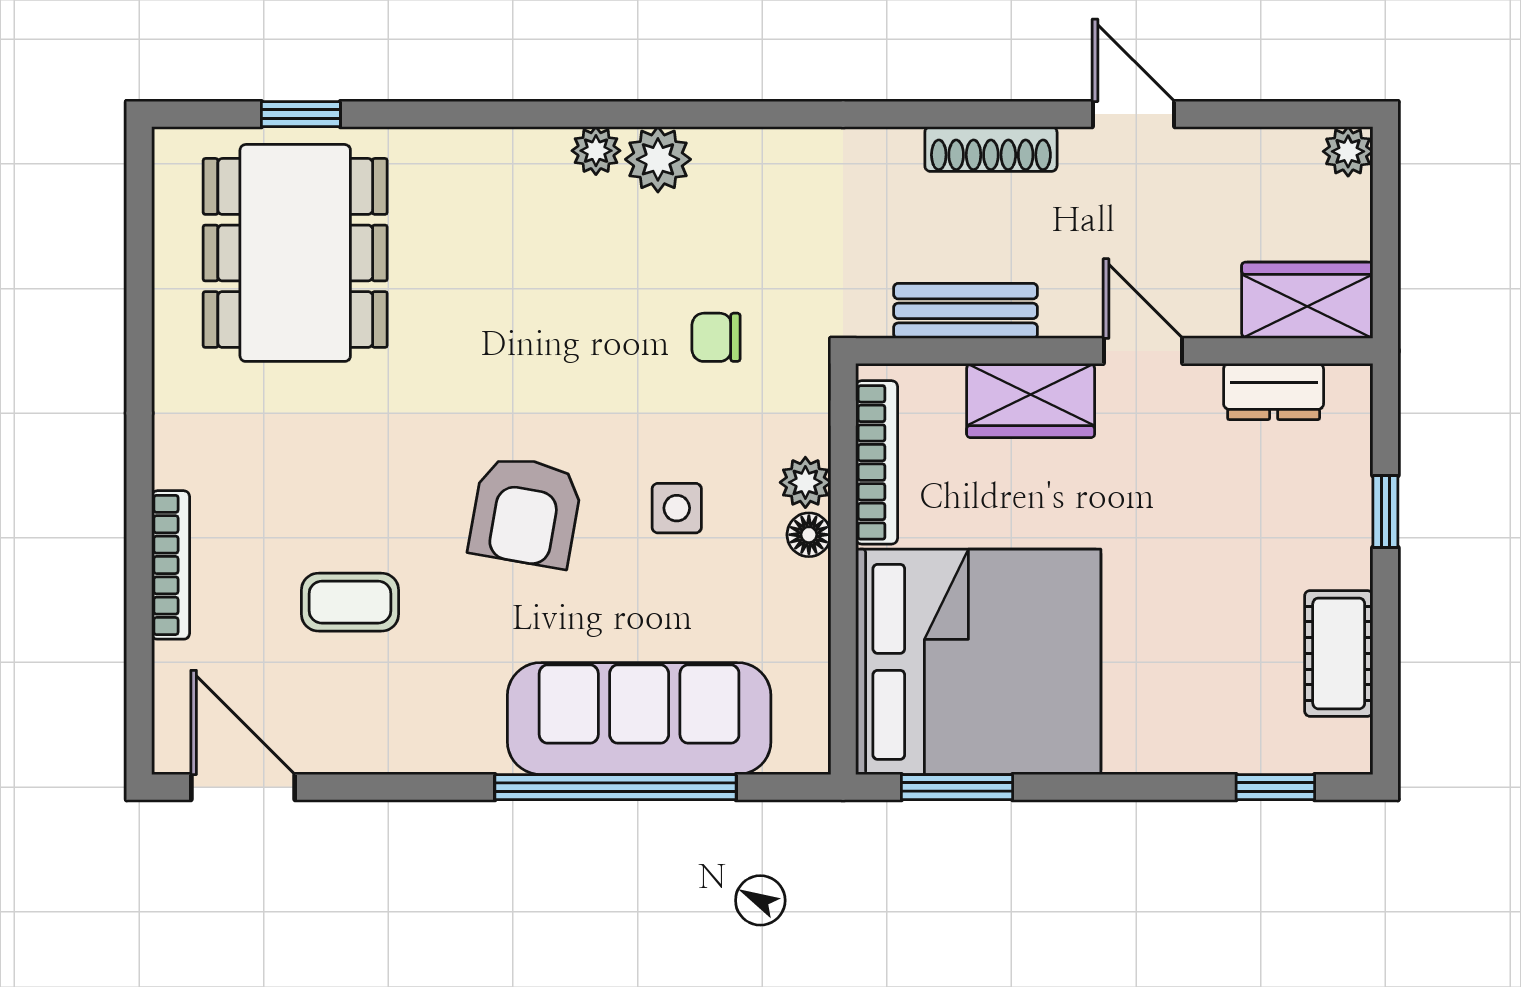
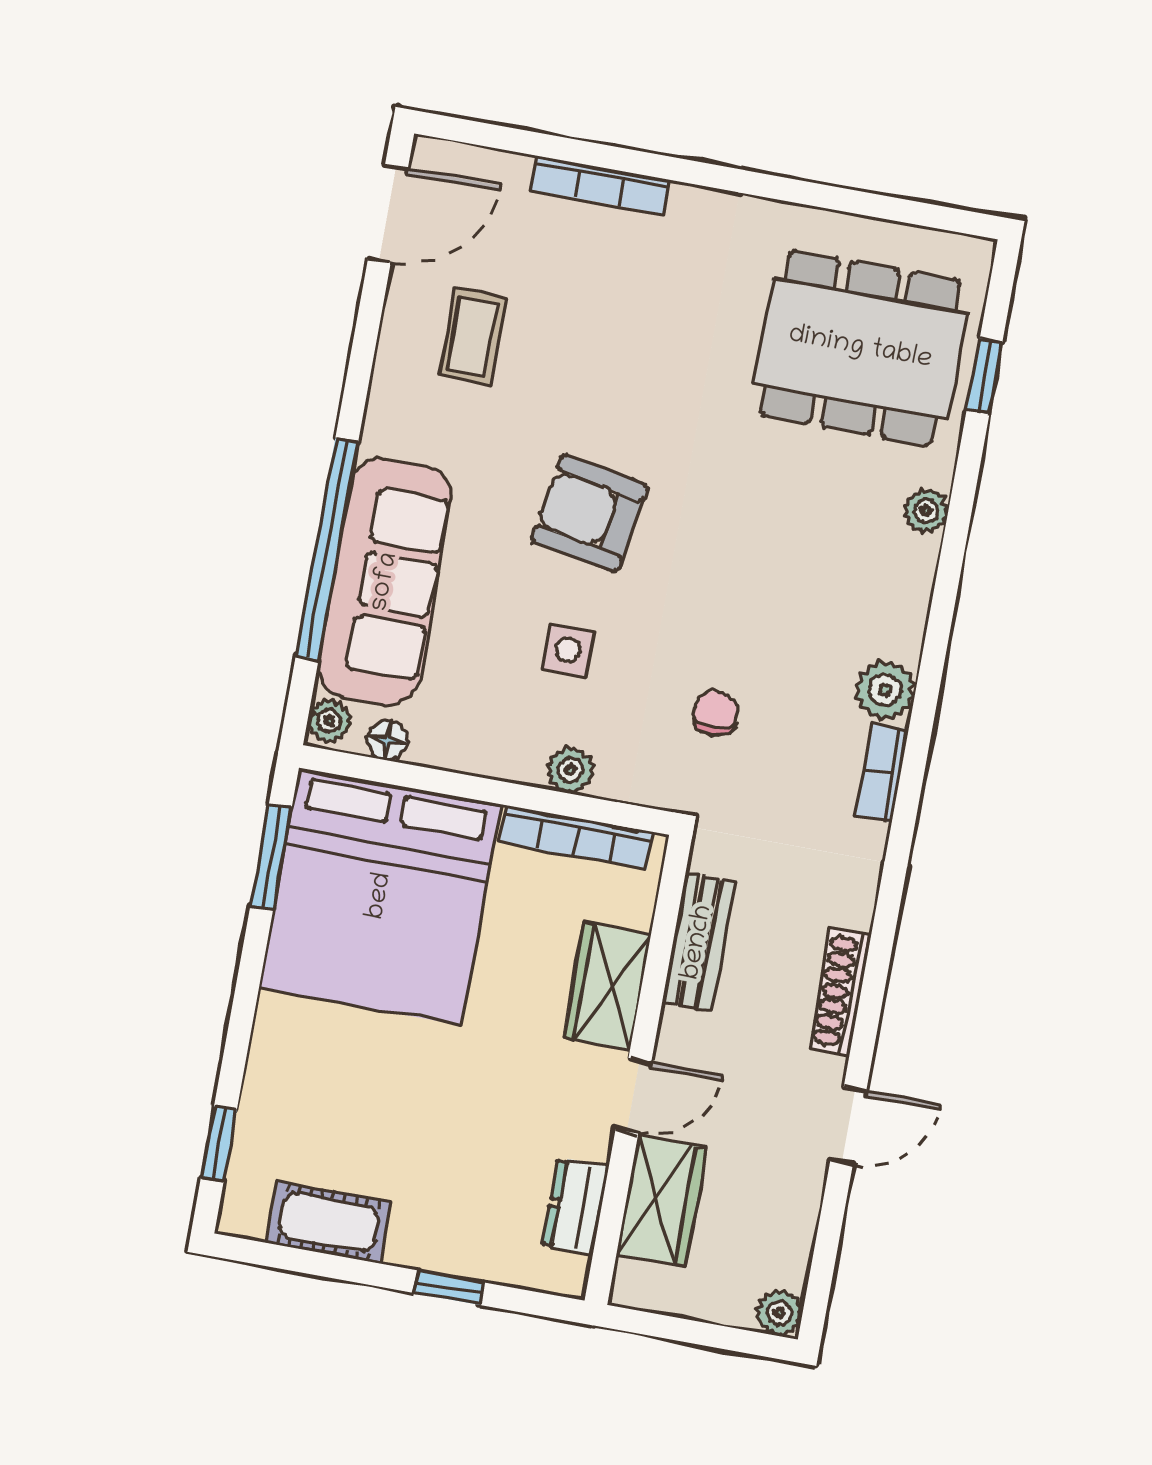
bookcase: (747, 147) -> (882, 773), added
plant: (596, 151) -> (926, 511), moved
wardrobe: (1307, 300) -> (661, 1201), moved
floor lamp: (809, 535) -> (387, 740), moved
coffee table: (350, 602) -> (473, 337), moved
plant: (800, 751) -> (329, 721), added

